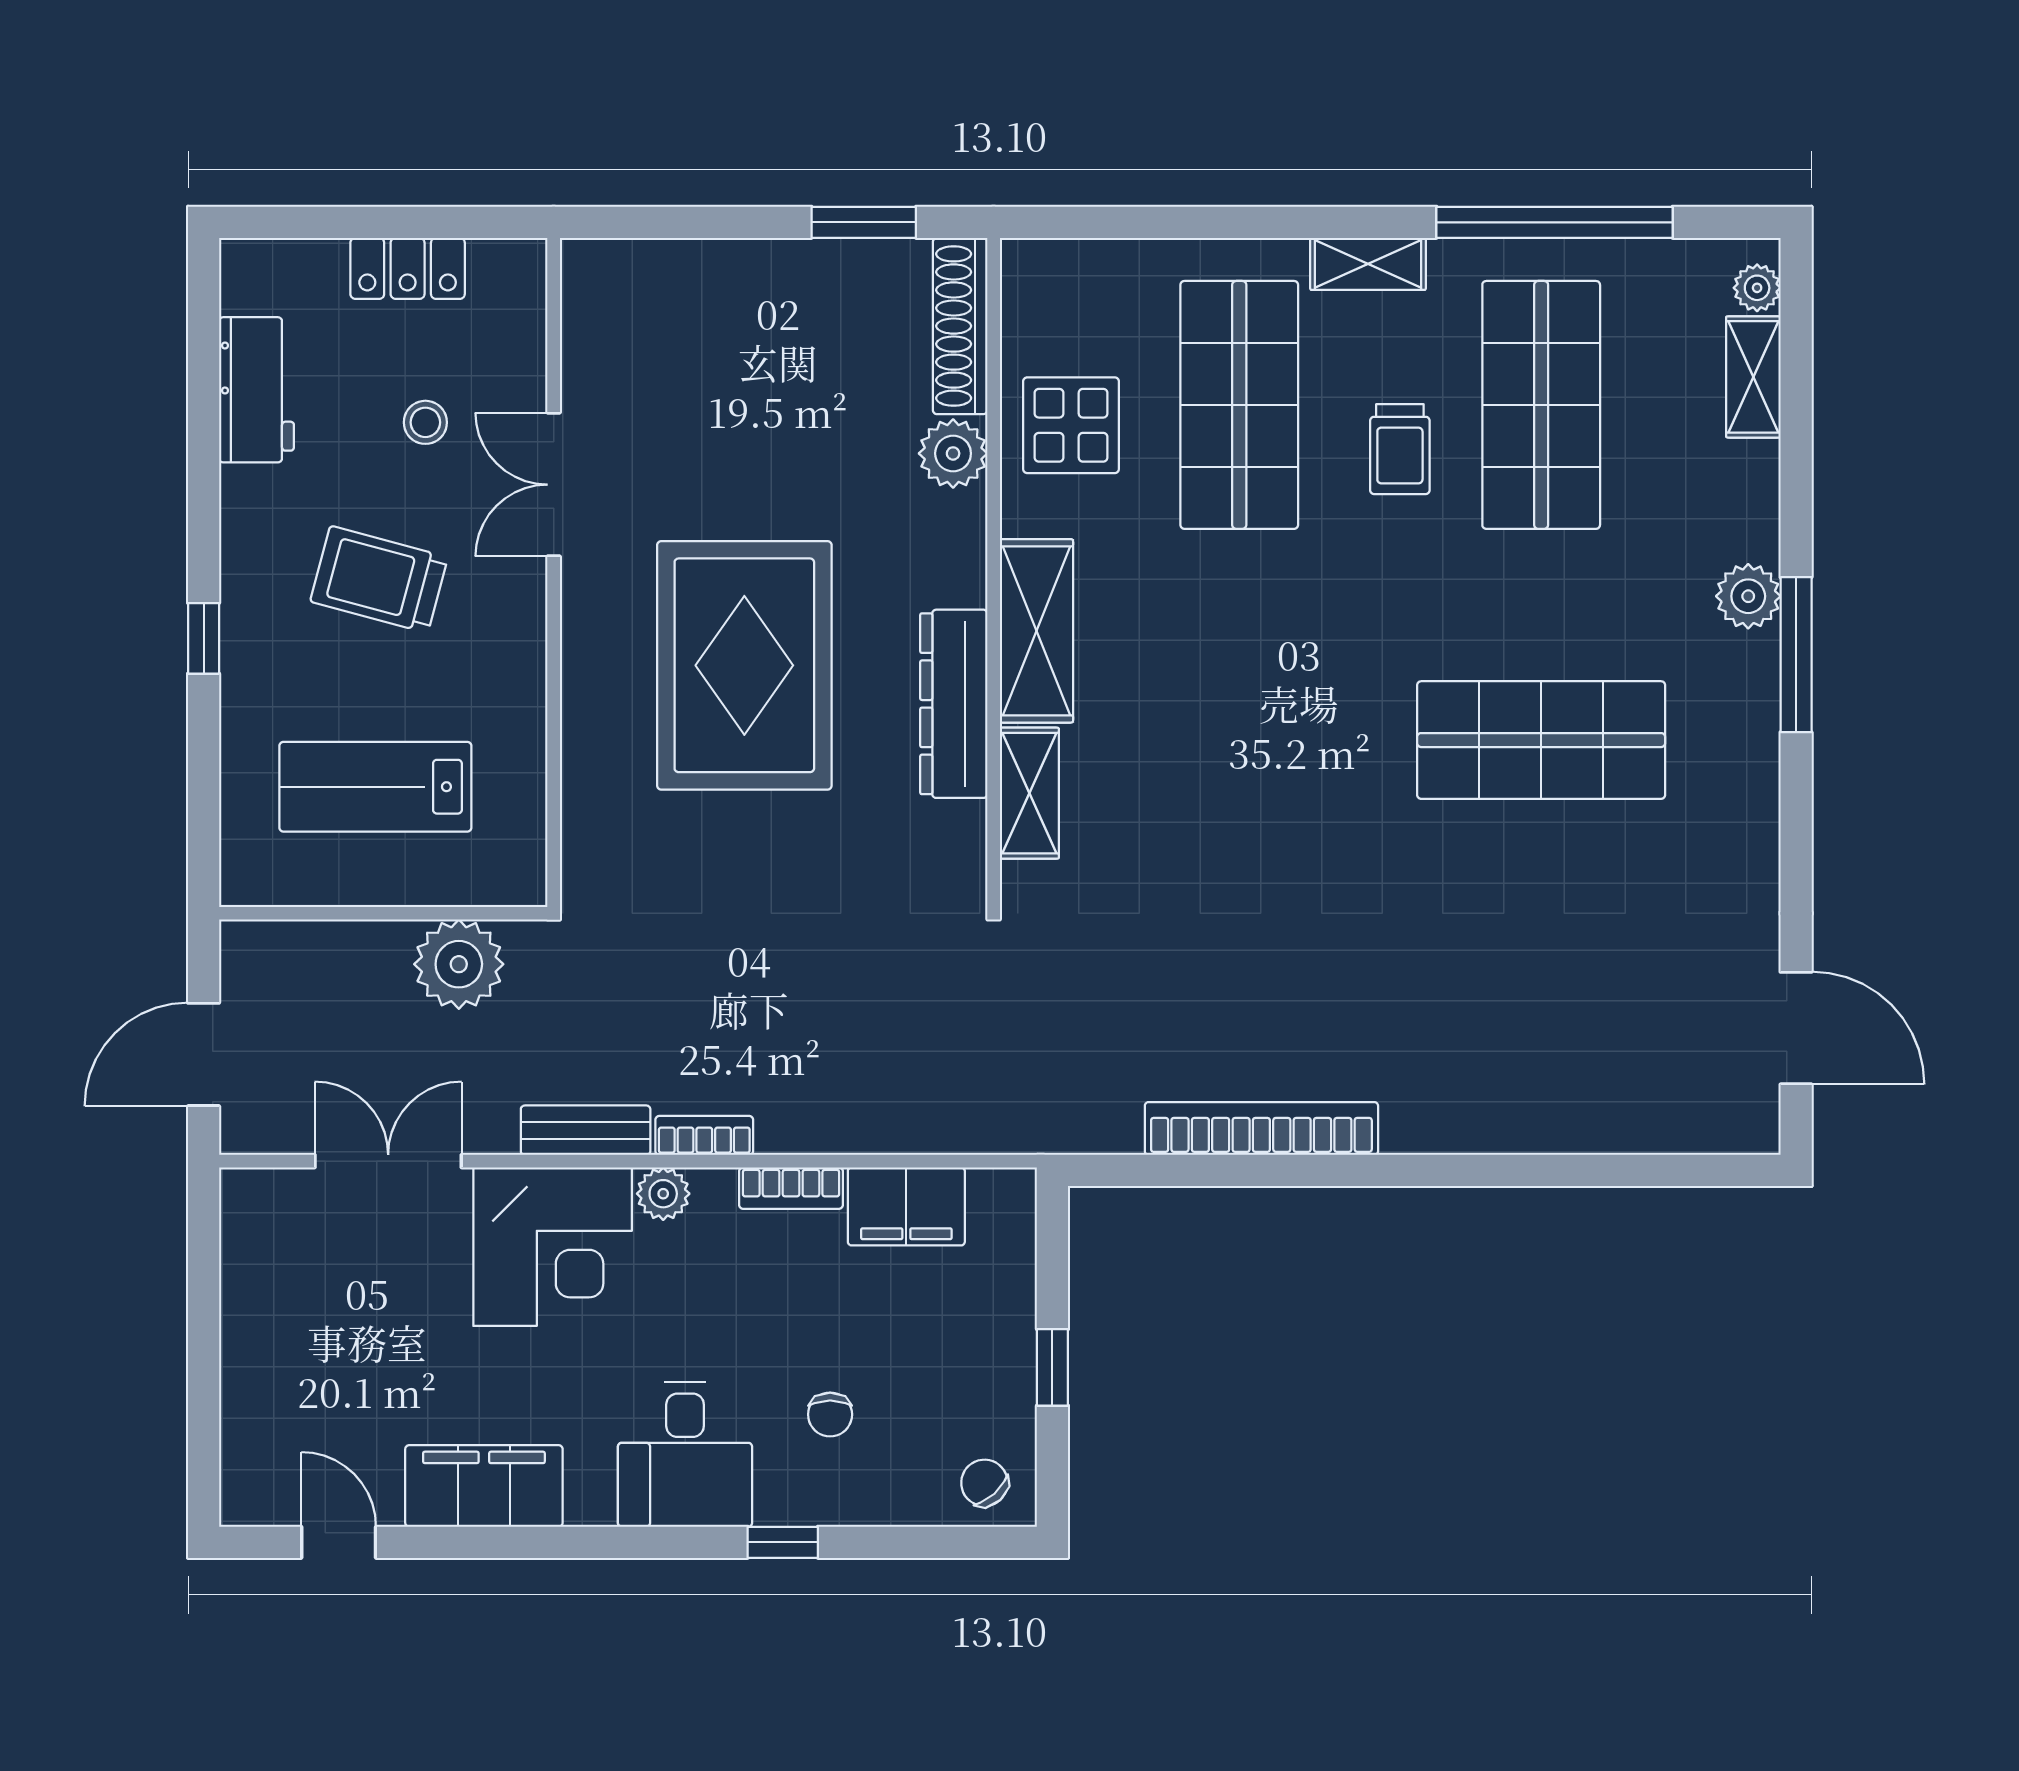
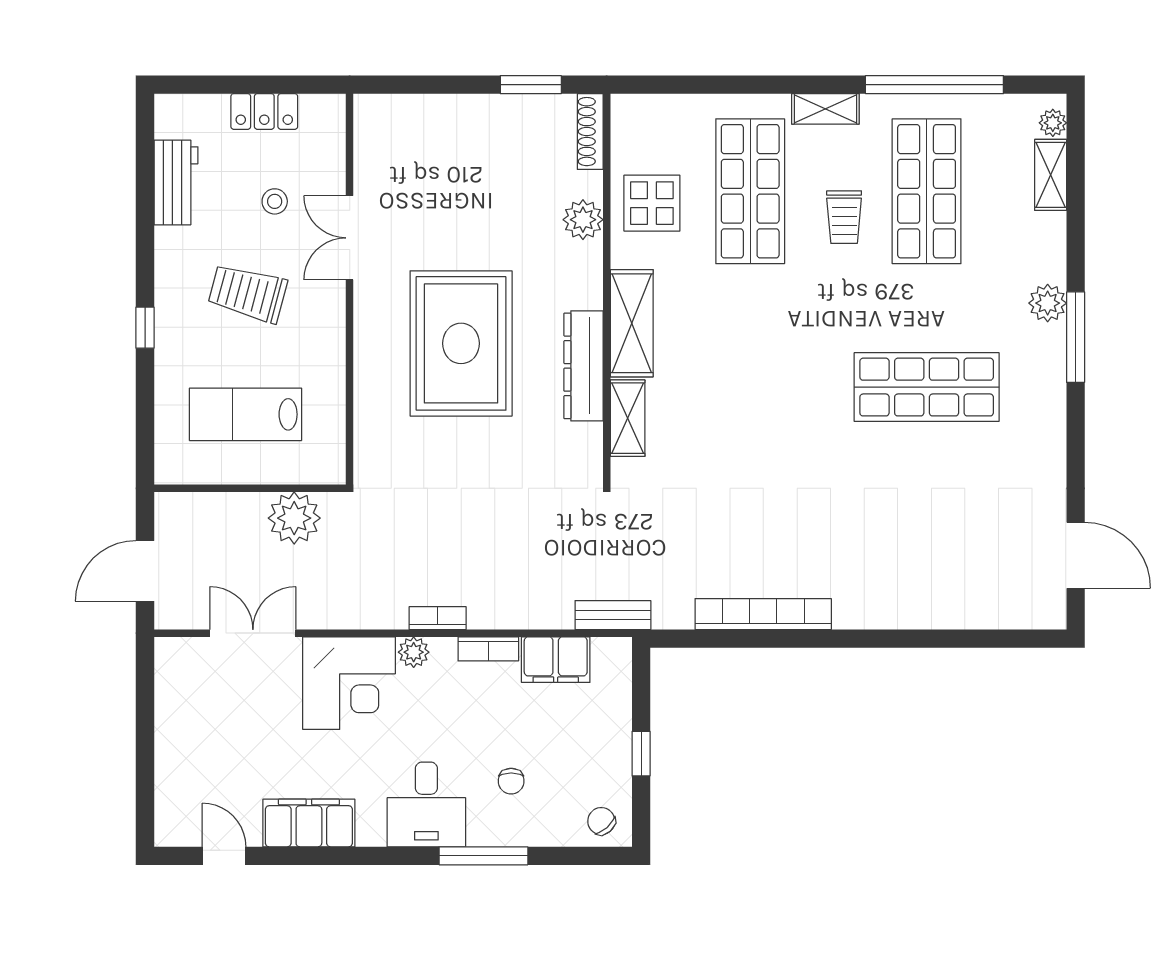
shoe rack: (960, 326) -> (590, 132), width x0.74, depth x0.81
bench: (586, 1130) -> (613, 615), moved
window: (783, 1542) -> (483, 856), width x2.17

